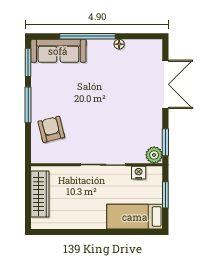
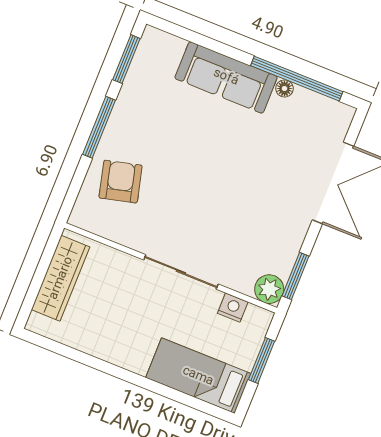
window: (87, 36) -> (297, 79), moved
sofa: (58, 51) -> (226, 77), moved

